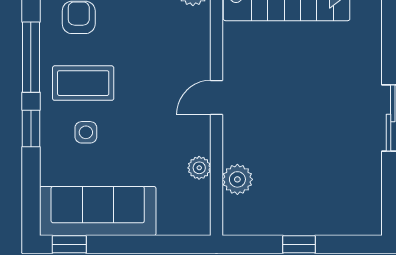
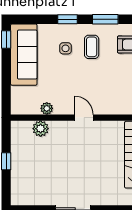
window: (31, 57) -> (105, 19), width x0.69
coffee table: (83, 83) -> (92, 47), width x0.73, depth x0.77

